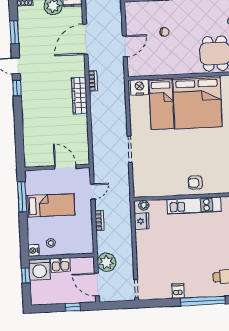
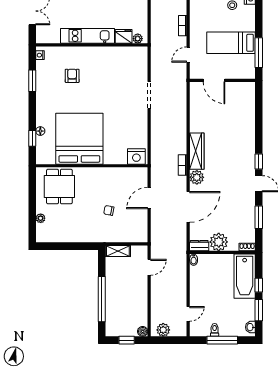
plant: (78, 69) -> (197, 177), added
bed: (161, 104) -> (115, 139), removed
armchair: (195, 183) -> (72, 76), moved, turned -90
fridge: (142, 221) -> (124, 36), moved, turned 90

